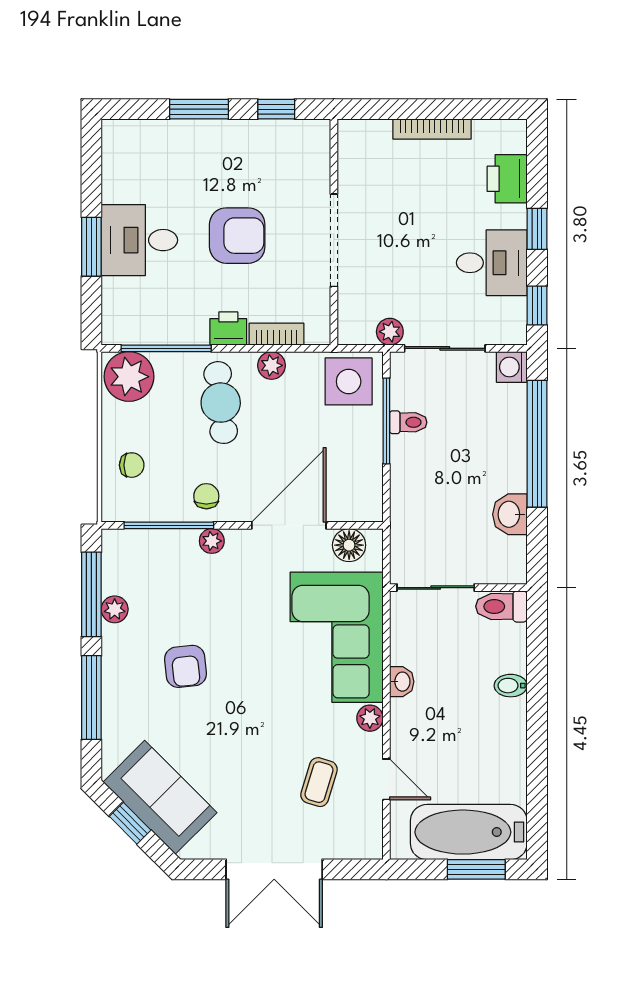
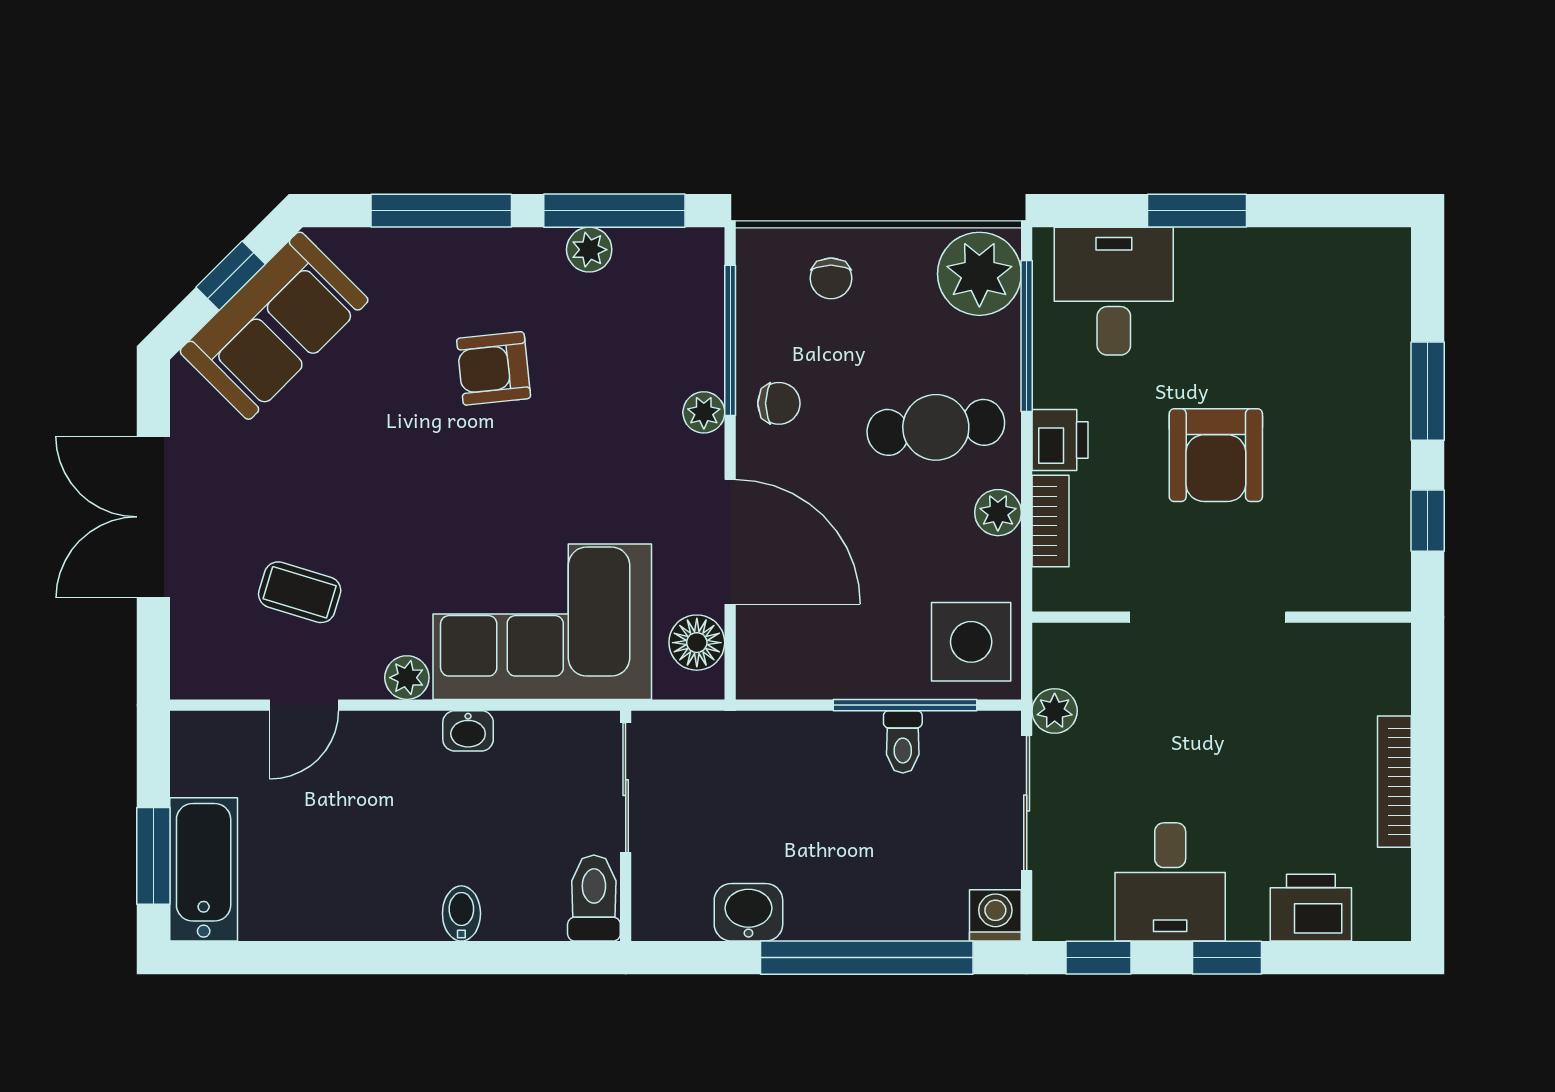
desk: (139, 240) -> (1114, 291), moved
bathtub: (469, 832) -> (204, 869), width x0.73, depth x0.73

